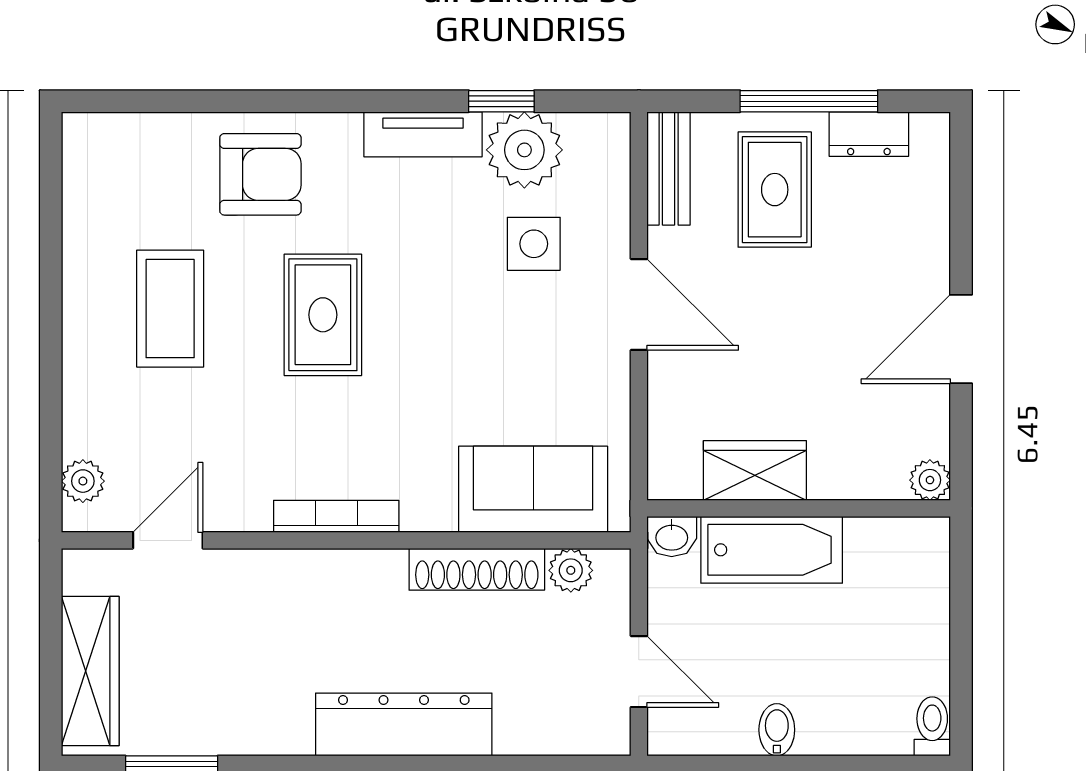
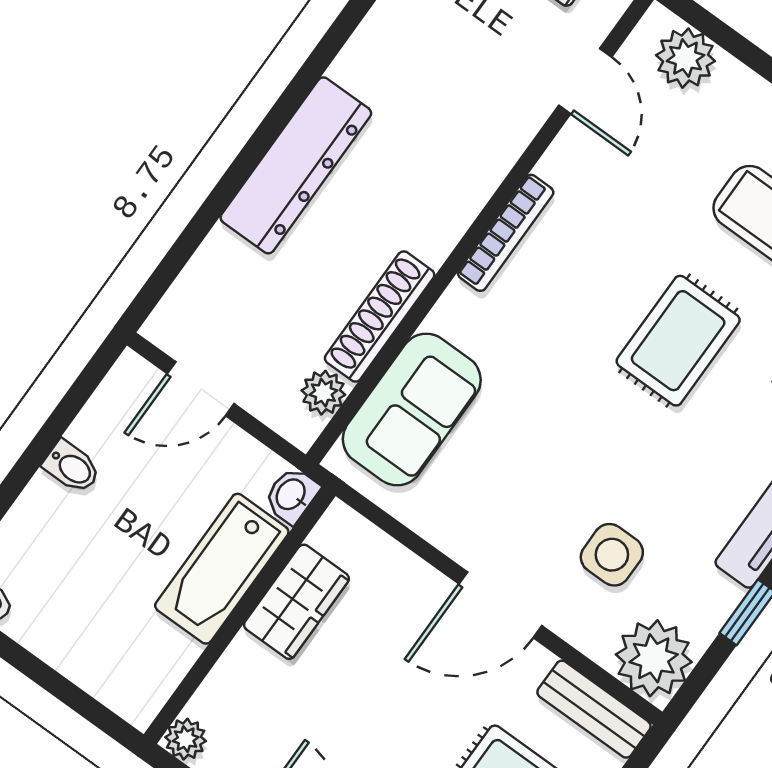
plant: (524, 150) -> (654, 658), moved
rug: (323, 315) -> (678, 341), turned 90
plant: (83, 481) -> (685, 58), width x1.38, depth x1.38

